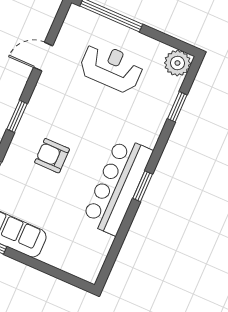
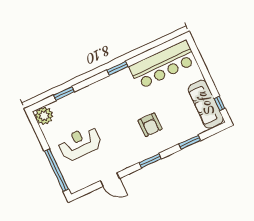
reception desk: (111, 67) -> (80, 143), turned 90
bar counter: (117, 186) -> (163, 65), moved

